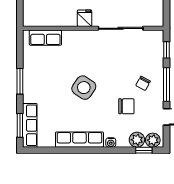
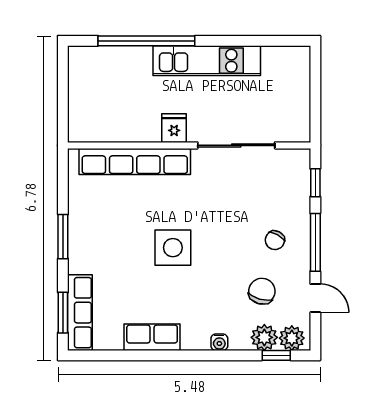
row of seats: (45, 38) -> (135, 162), width x2.02
side table: (84, 88) -> (173, 248), turned -34
chair: (126, 106) -> (262, 291), moved, turned -74
row of seats: (79, 140) -> (152, 337), width x0.68

